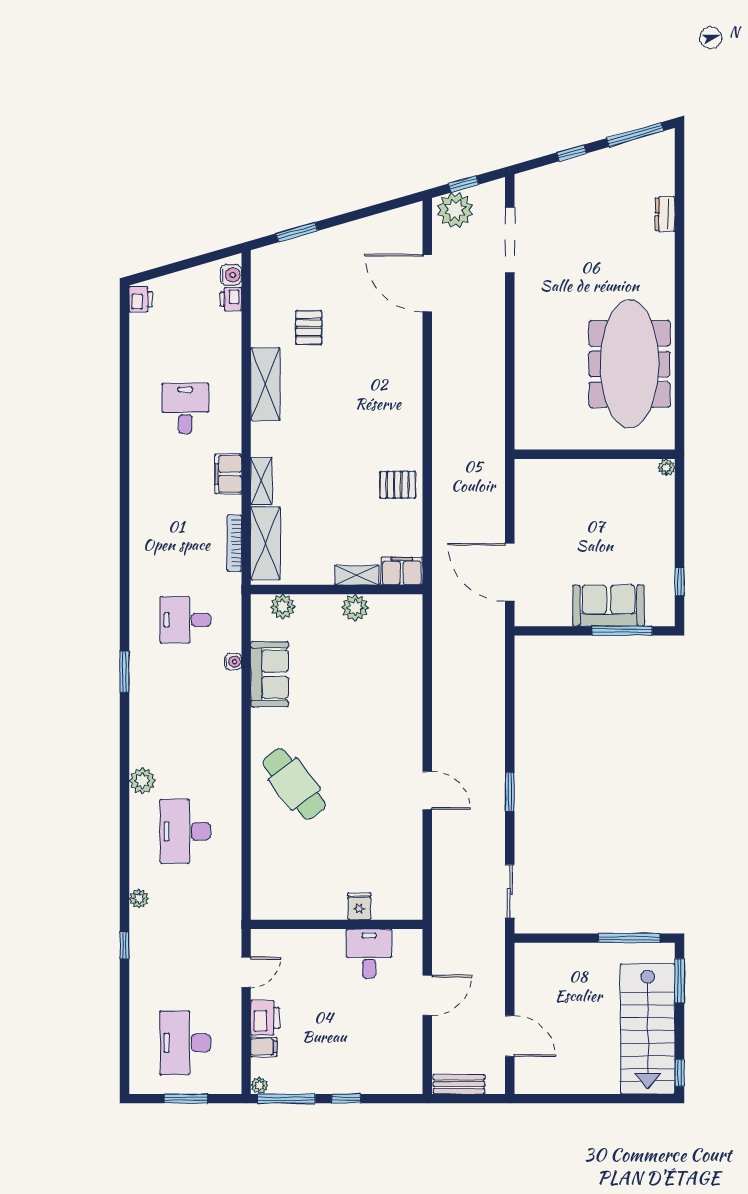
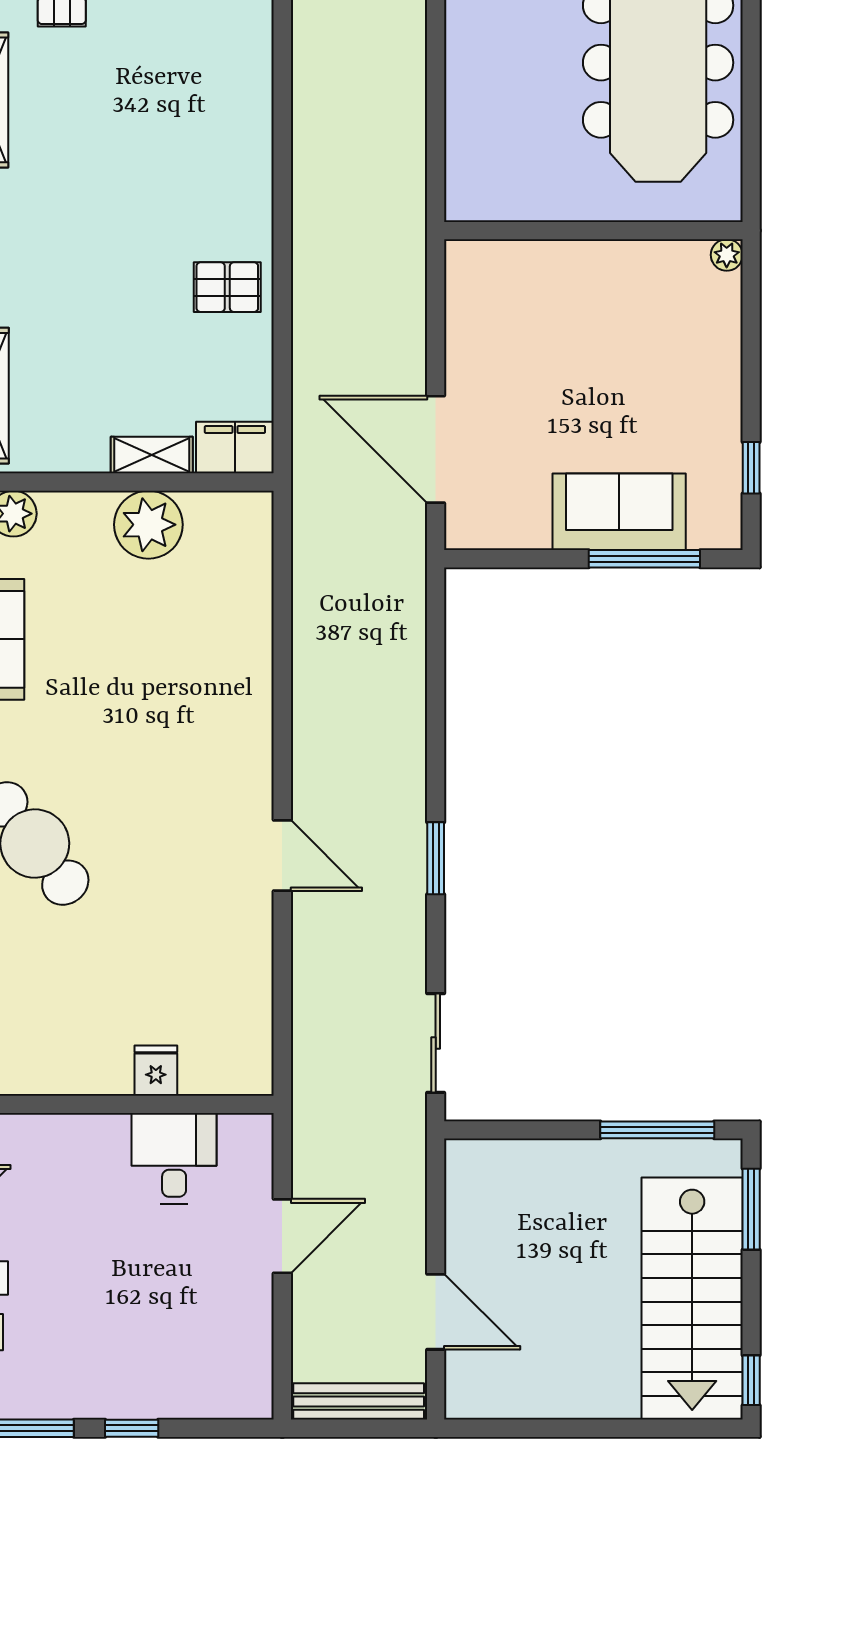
plant: (355, 608) -> (148, 525), width x1.36, depth x1.36
bench: (459, 1084) -> (359, 1401), width x1.36

